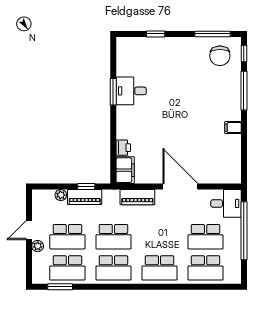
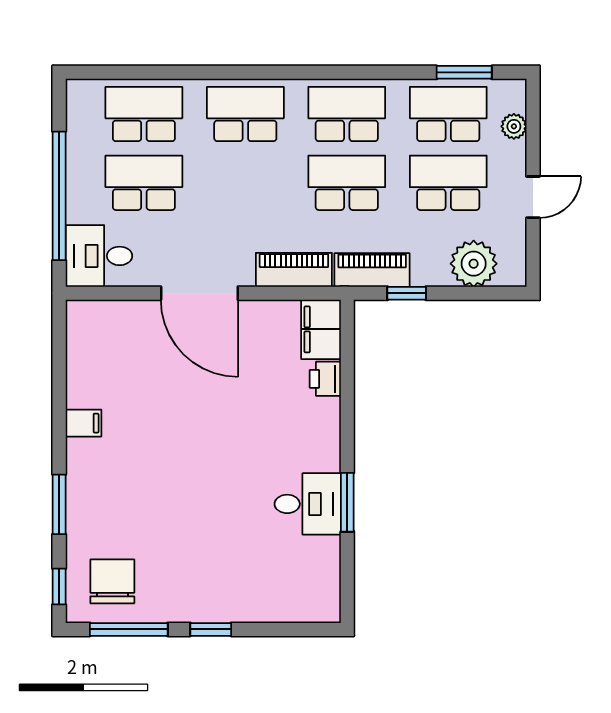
window: (156, 34) -> (211, 629), moved
window: (244, 91) -> (59, 504), width x0.69
plant: (61, 195) -> (474, 264), width x1.88, depth x1.88
piano: (85, 197) -> (372, 270), moved
plant: (38, 246) -> (514, 126), moved

